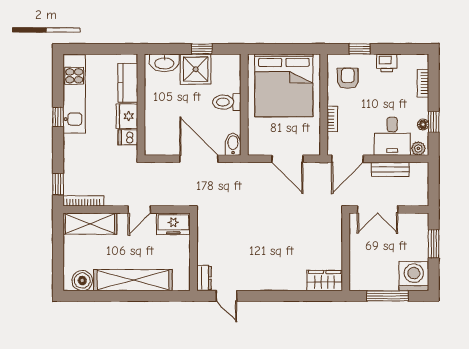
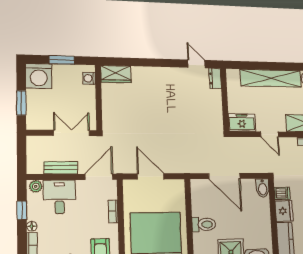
floor lamp: (423, 125) -> (32, 226), moved
bidet: (233, 144) -> (263, 188), moved
door: (139, 210) -> (269, 134), swing flipped
washing machine: (356, 275) -> (89, 78), added
window: (387, 296) -> (62, 60), width x0.69

